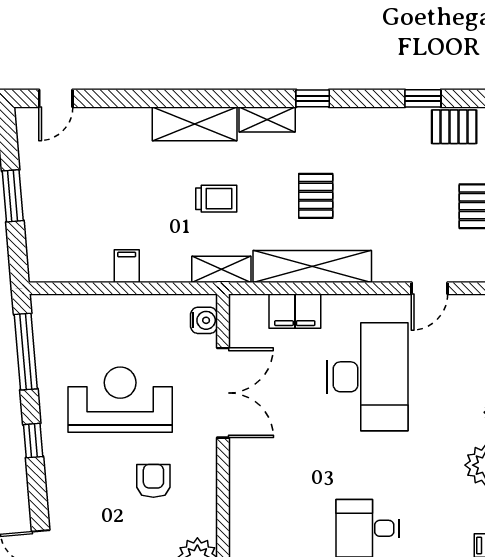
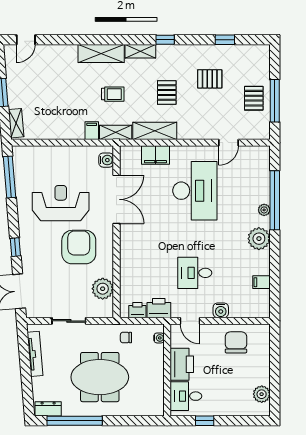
pallet: (454, 127) -> (210, 79), moved
shelving: (38, 252) -> (16, 123), added
filing cabinet: (127, 266) -> (92, 131), moved
shelving: (312, 266) -> (155, 131), width x0.68
window: (33, 441) -> (15, 247), moved
armchair: (153, 481) -> (79, 247), width x1.88, depth x1.88

